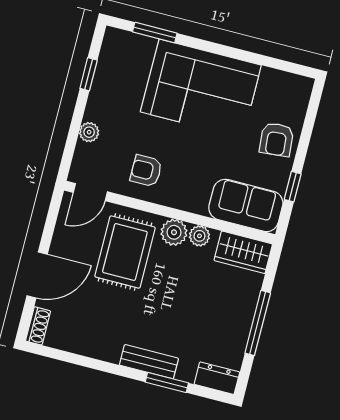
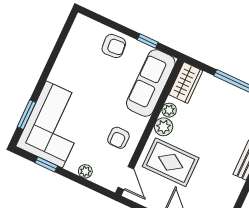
corner sofa: (201, 89) -> (54, 124), moved
sofa: (246, 205) -> (151, 83), width x1.36

